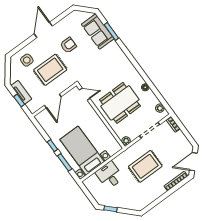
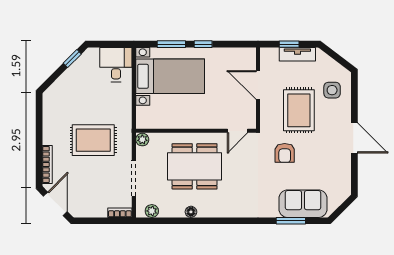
armchair: (68, 45) -> (285, 153), moved
dining table: (120, 103) -> (195, 166), turned 90
rug: (145, 166) -> (93, 140), turned 90
desk: (110, 175) -> (116, 65), moved, turned -90

